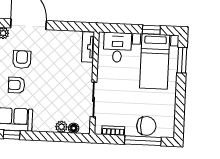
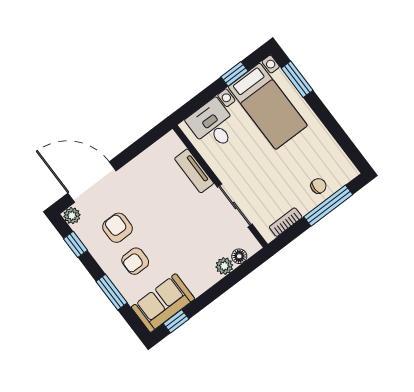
tv unit: (88, 47) -> (194, 171), moved
chair: (146, 126) -> (318, 186), width x0.54, depth x0.54

